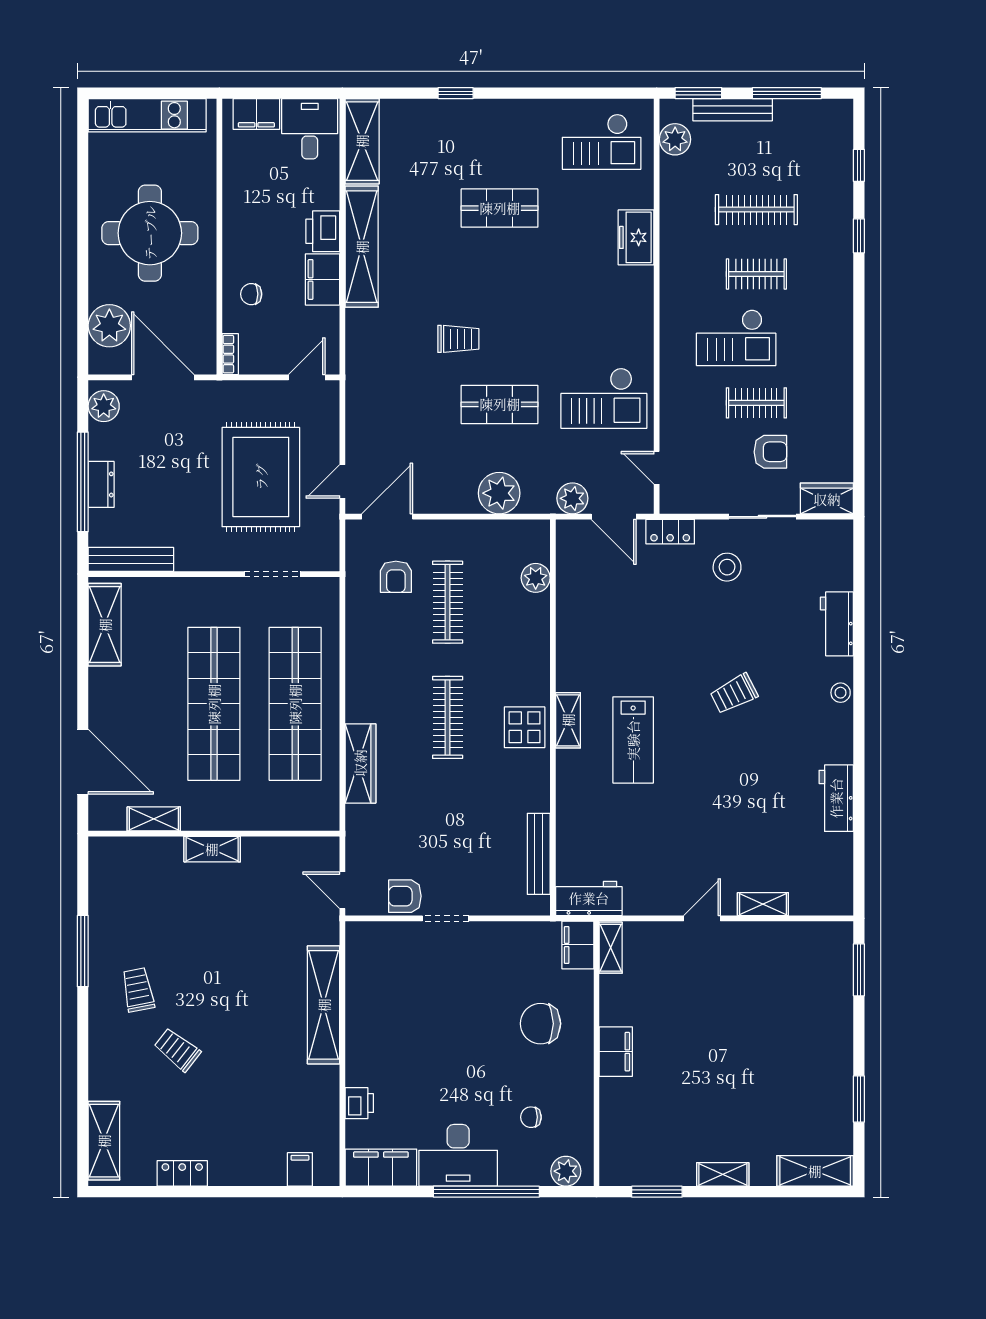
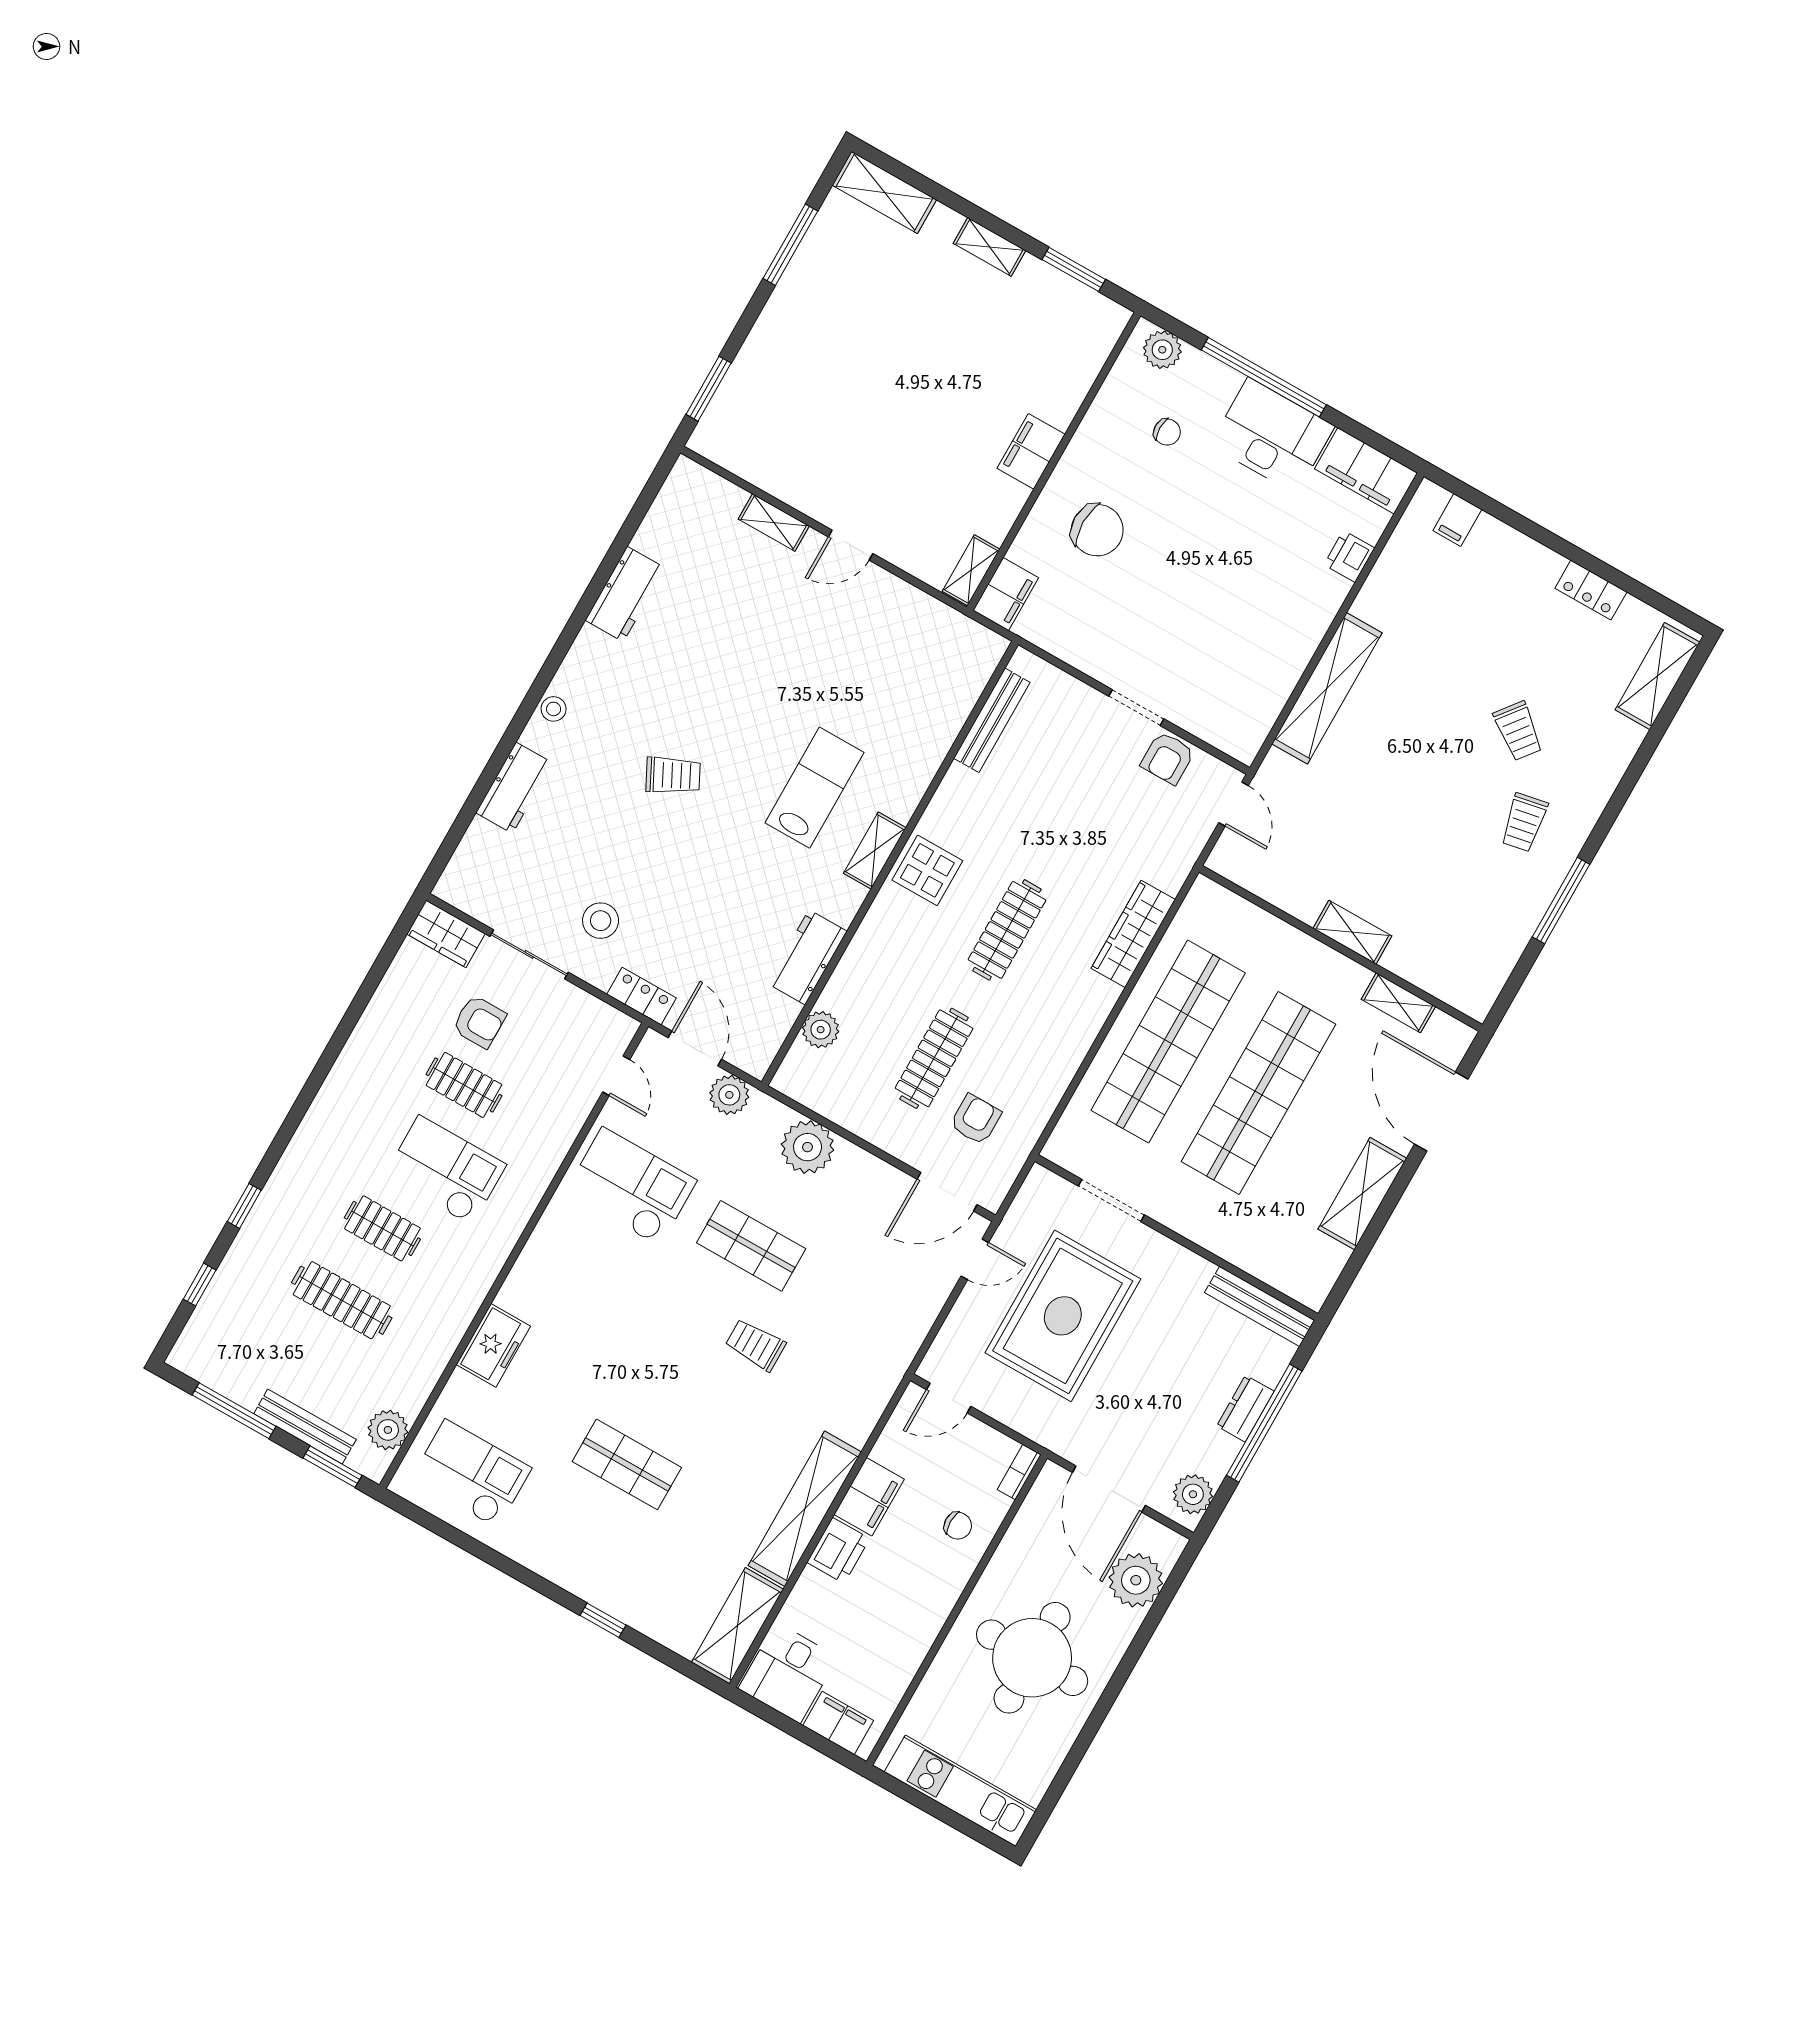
armchair: (770, 452) -> (479, 1022), turned 180
shelving: (105, 625) -> (1362, 1194), moved
armchair: (405, 896) -> (1168, 758), turned 90
workbench: (589, 898) -> (807, 957), moved, turned 90
window: (859, 1099) -> (790, 245), width x1.44

